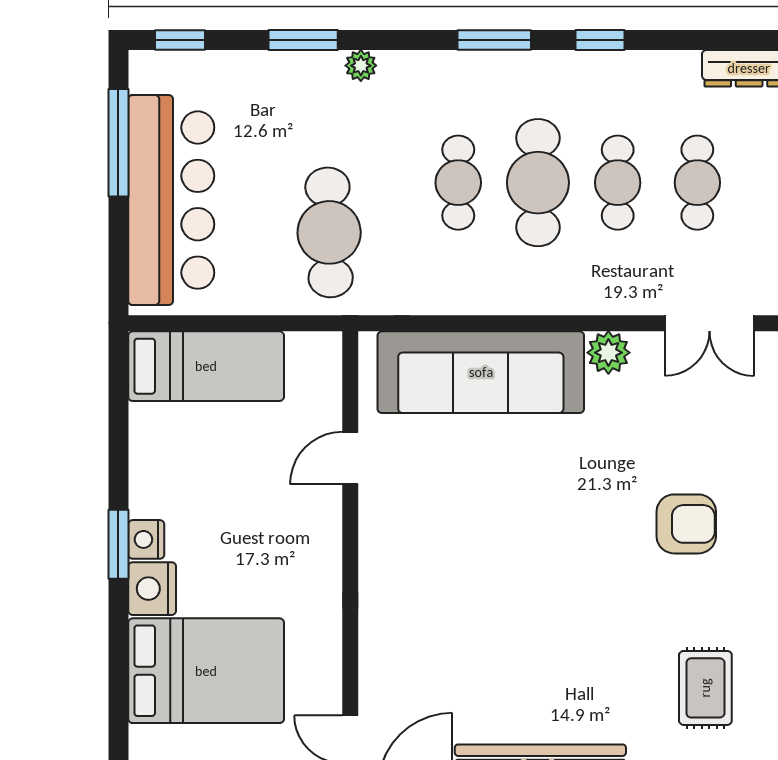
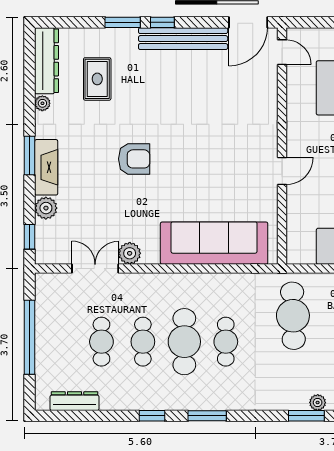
plant: (361, 66) -> (318, 402), moved
plant: (608, 353) -> (130, 253), moved
door: (350, 458) -> (282, 171), moved
armchair: (686, 524) -> (134, 159), moved, turned 180

